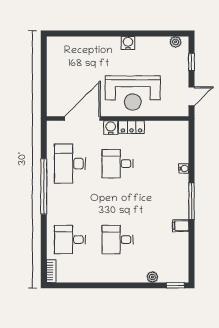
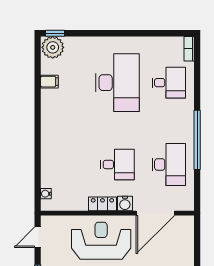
water cooler: (184, 168) -> (46, 194), moved
window: (192, 201) -> (38, 124), removed
filing cabinet: (181, 226) -> (49, 82), moved
desk: (118, 240) -> (117, 83), width x1.87, depth x1.30
plant: (152, 277) -> (53, 47), moved, width x1.87, depth x1.87

